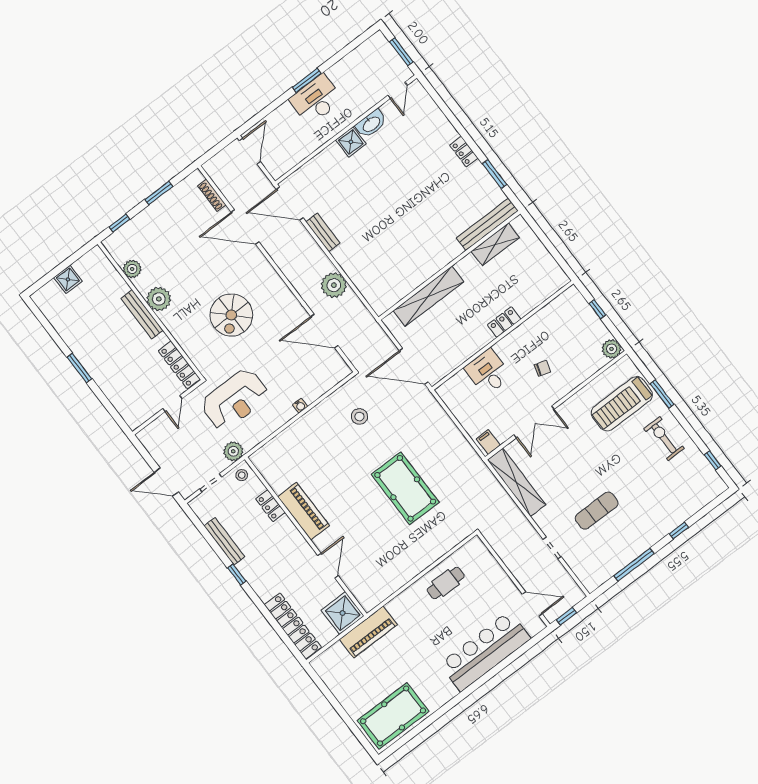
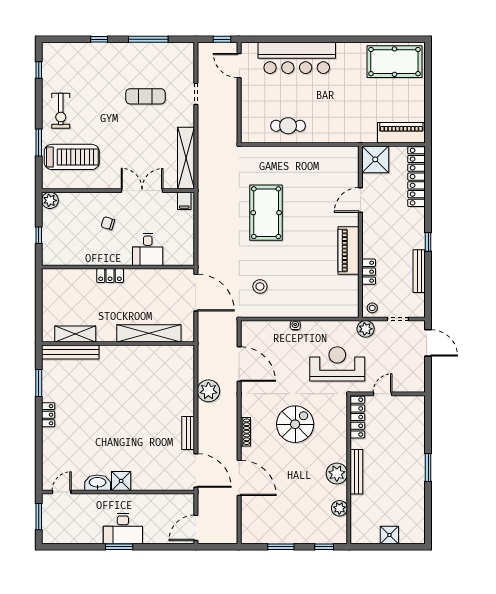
shoe rack: (212, 195) -> (245, 432), moved
piano: (368, 632) -> (401, 133), moved

